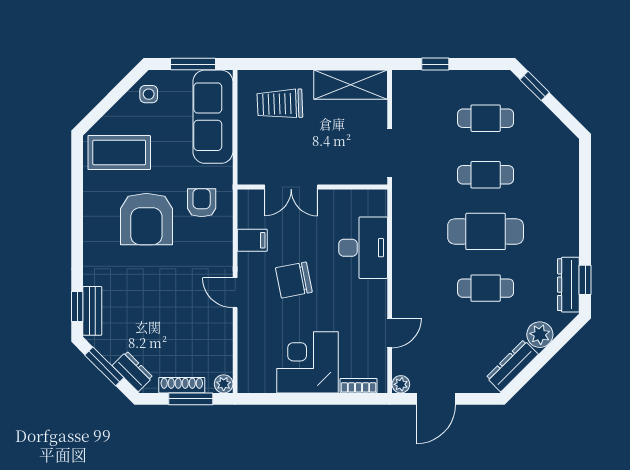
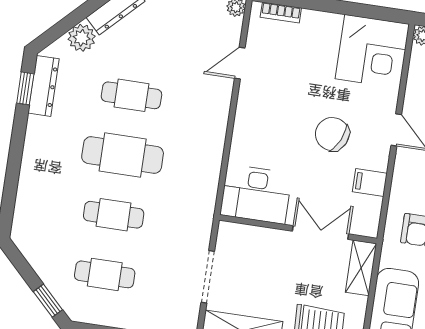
doorway: (390, 153) -> (208, 277), moved
shelving: (249, 160) -> (361, 268), added
desk: (363, 248) -> (256, 194), moved, turned -90
chair: (294, 280) -> (332, 134), turned -144
corner desk: (308, 362) -> (372, 51), moved

